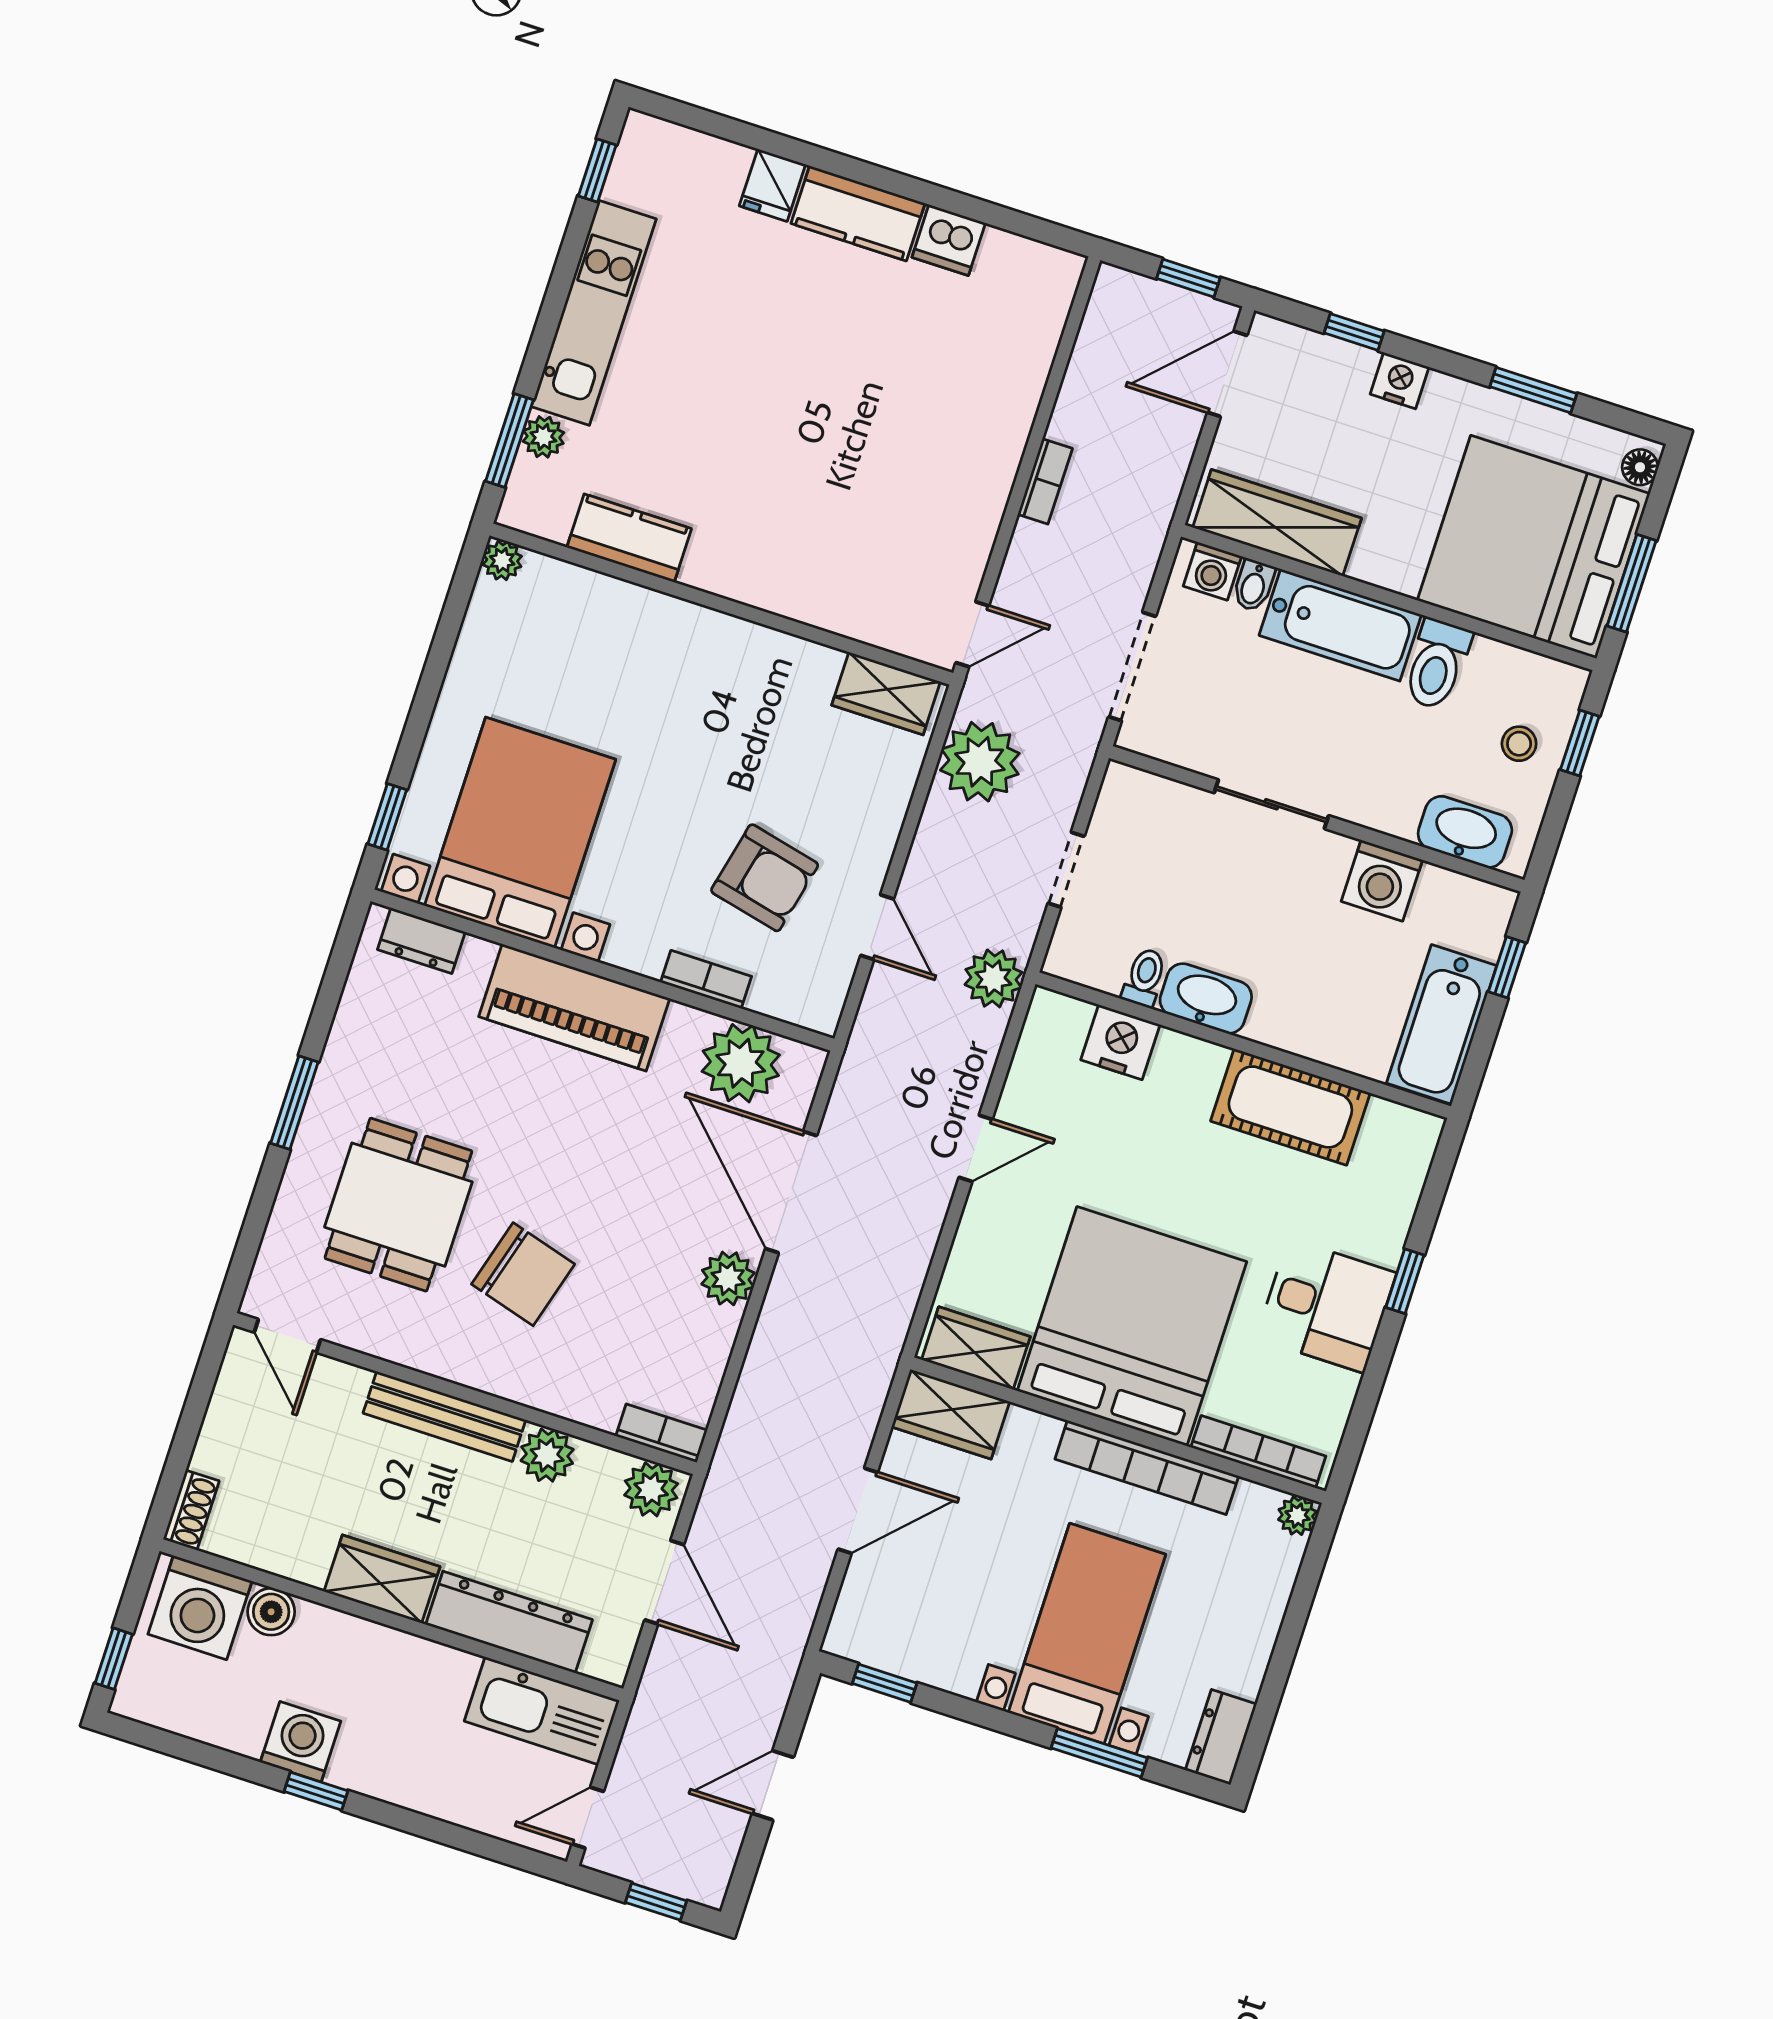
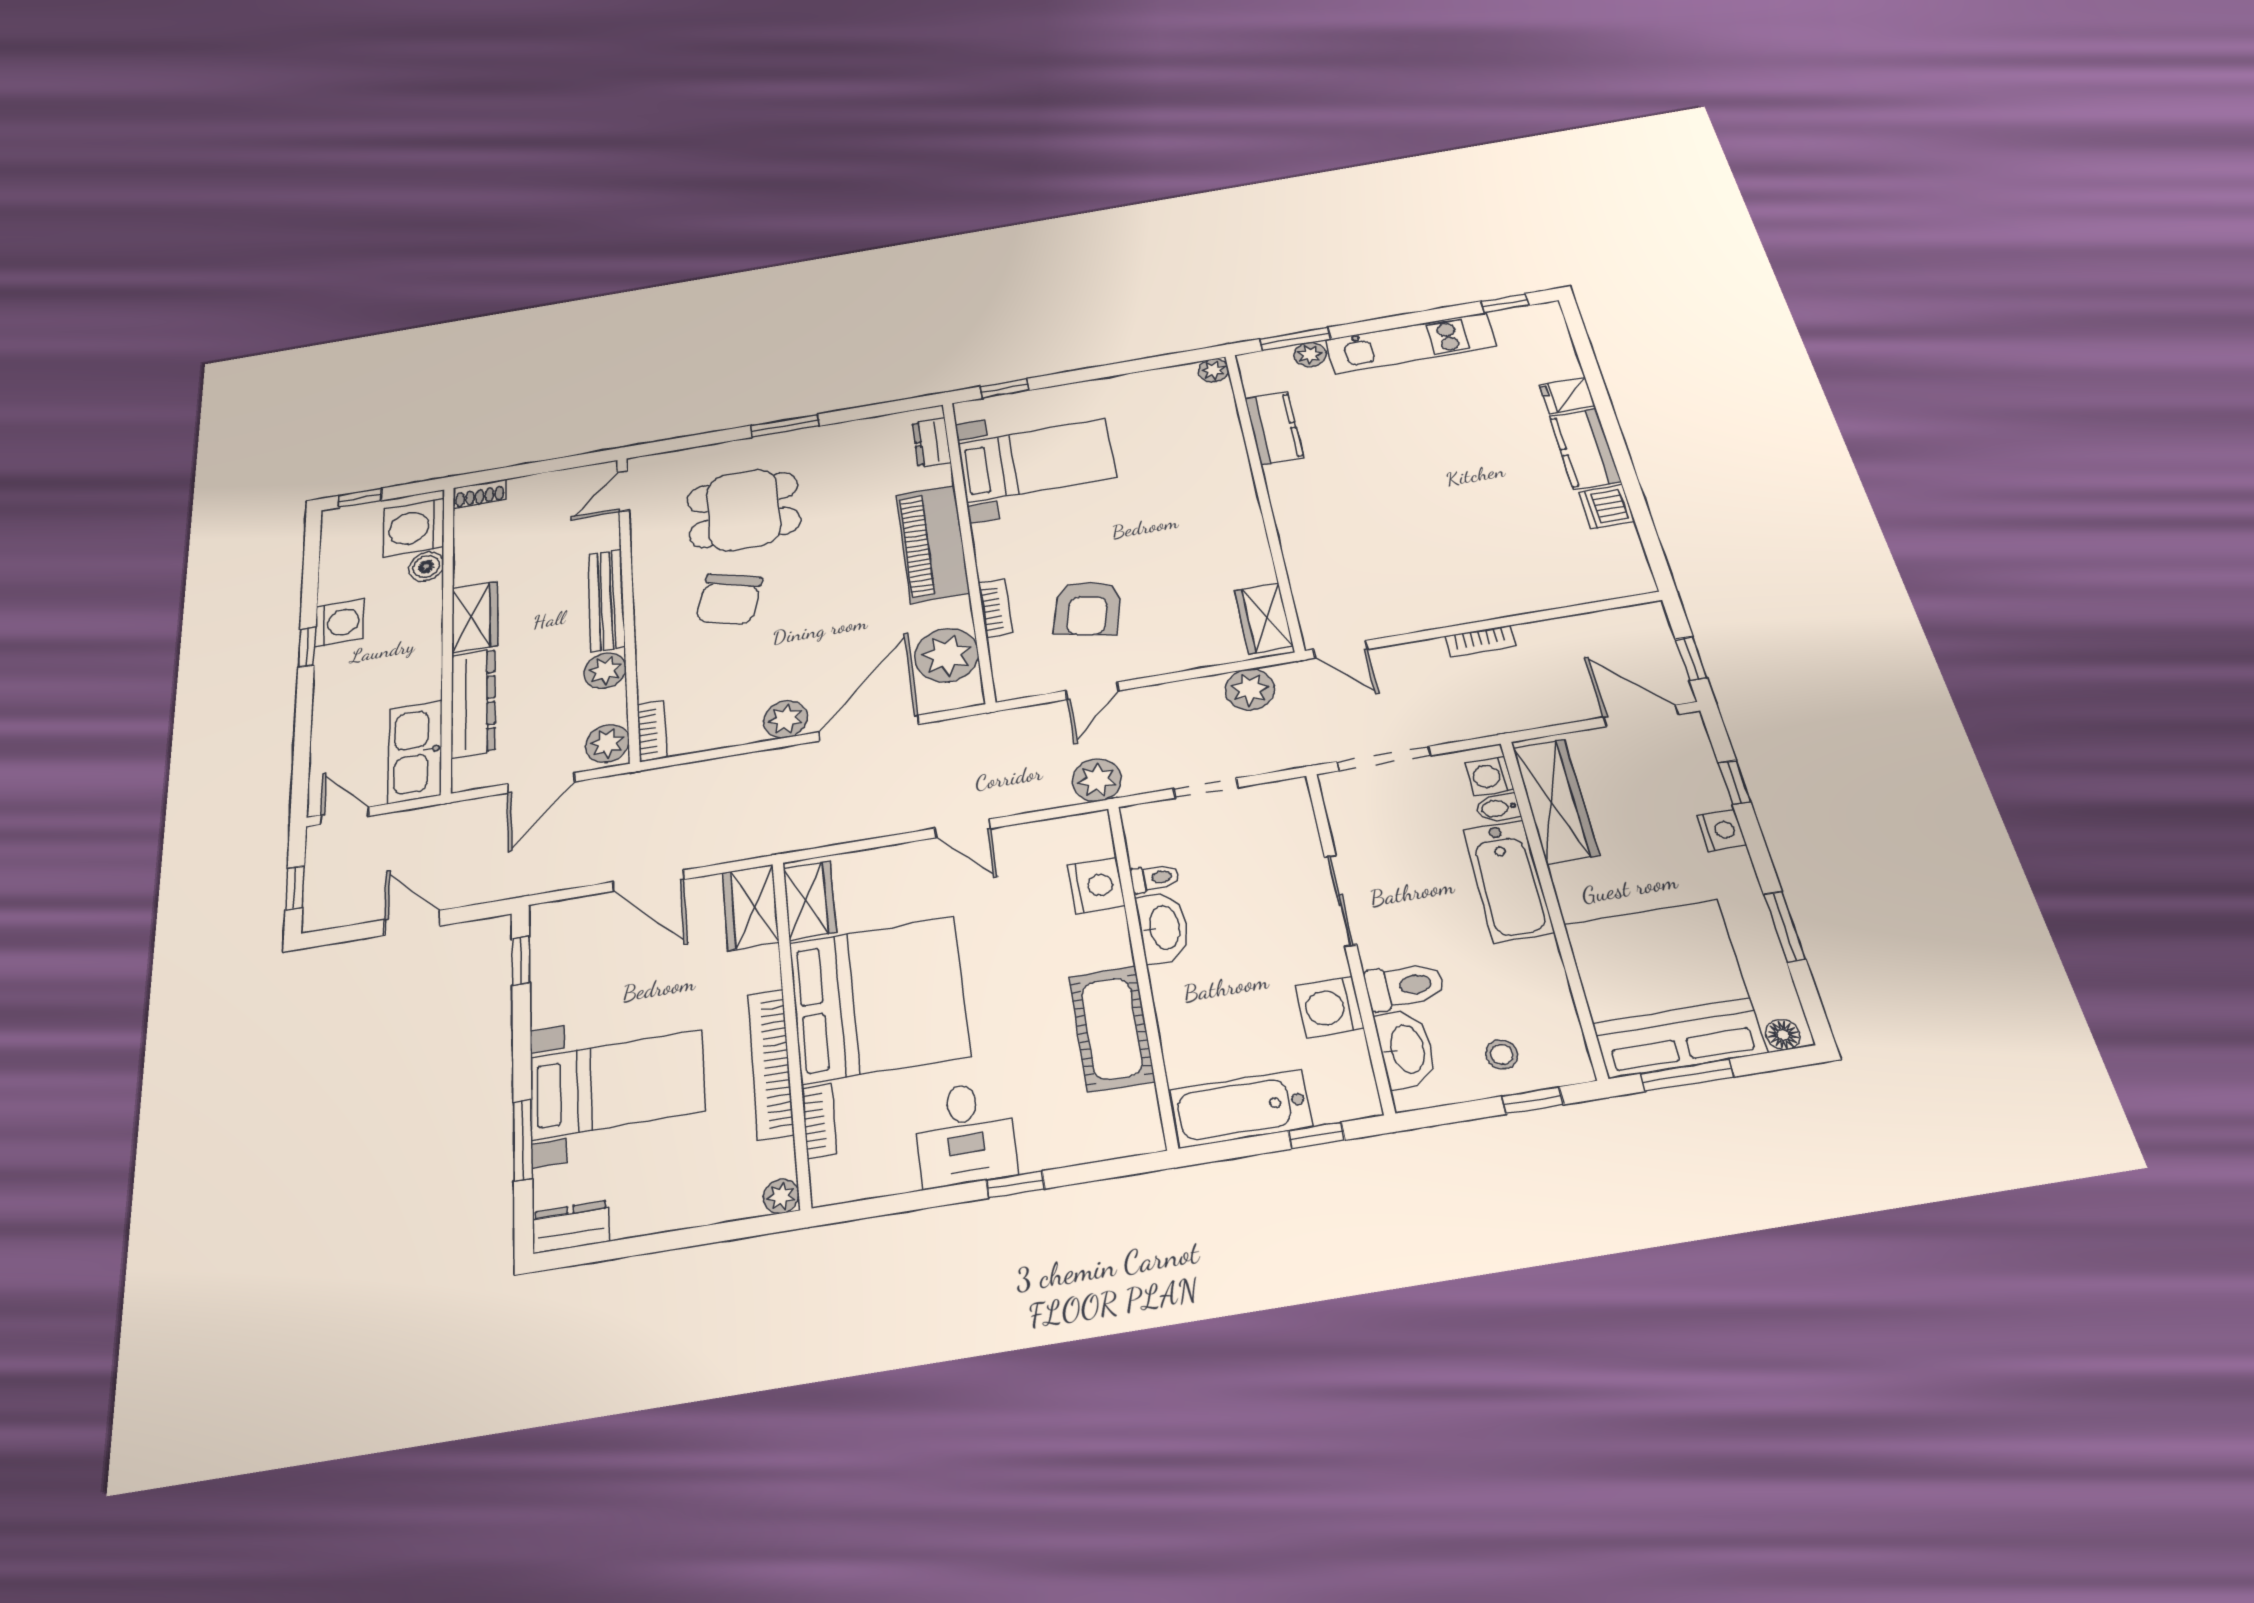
toilet: (1437, 664) -> (1405, 986), moved, turned 180
plant: (980, 762) -> (1250, 689), width x0.73, depth x0.73
bed with nightstands: (520, 833) -> (1036, 461), width x0.73
bookcase: (1258, 1452) -> (819, 1120), width x0.64

